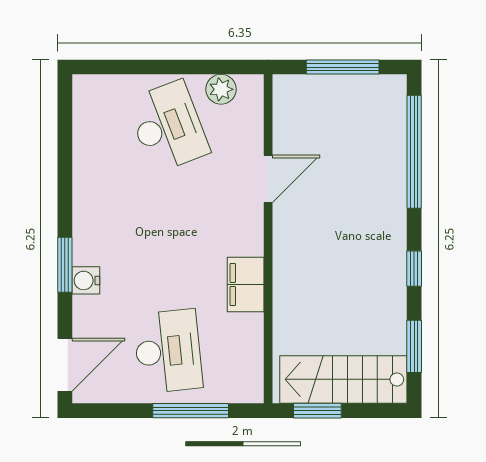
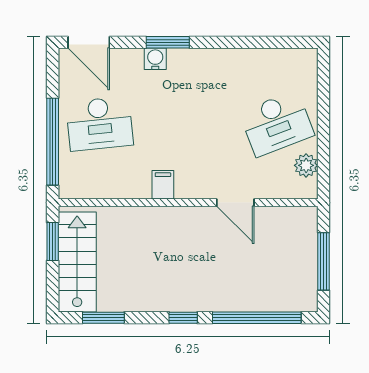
window: (414, 269) -> (183, 318), moved
filing cabinet: (246, 285) -> (163, 185), width x0.50
window: (191, 411) -> (53, 142), width x1.46

